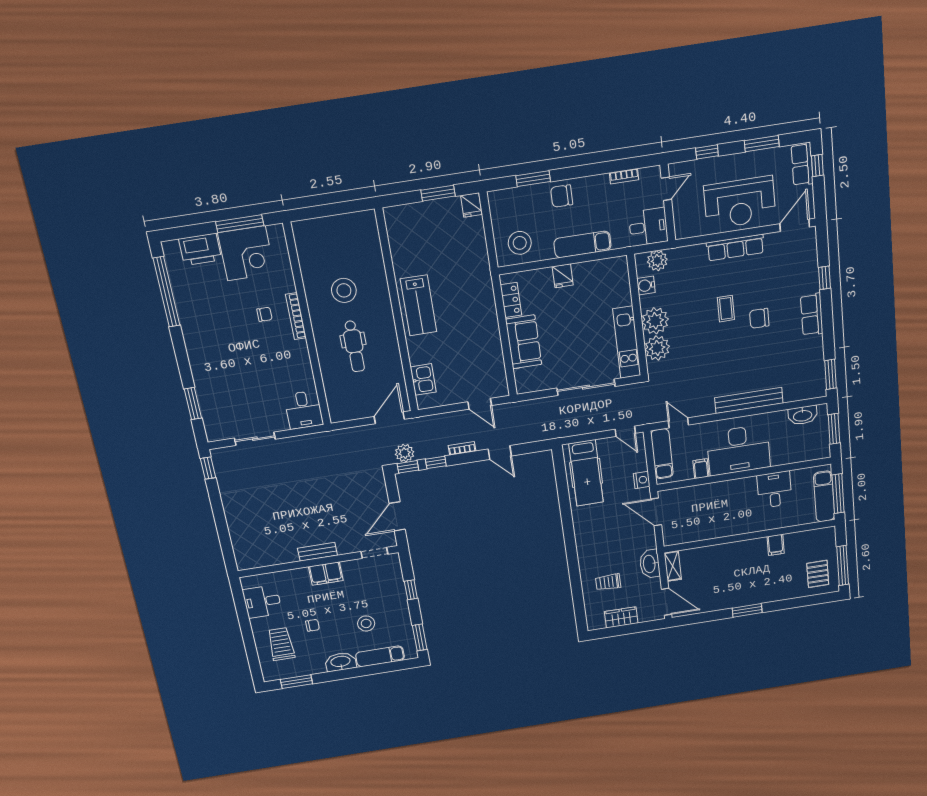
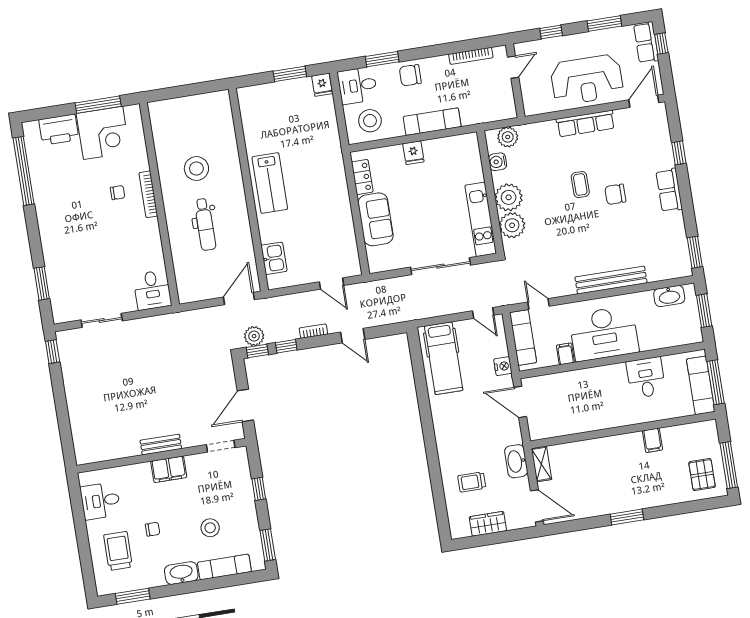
bookcase: (624, 176) -> (471, 56), width x1.56
desk: (648, 227) -> (357, 86), moved, turned 180

